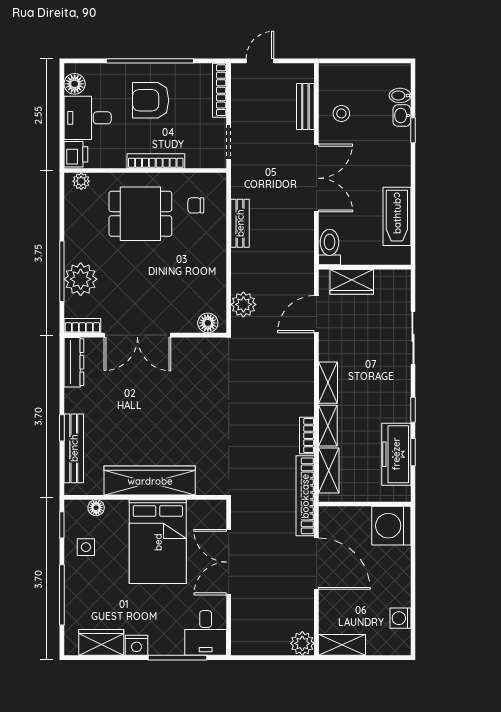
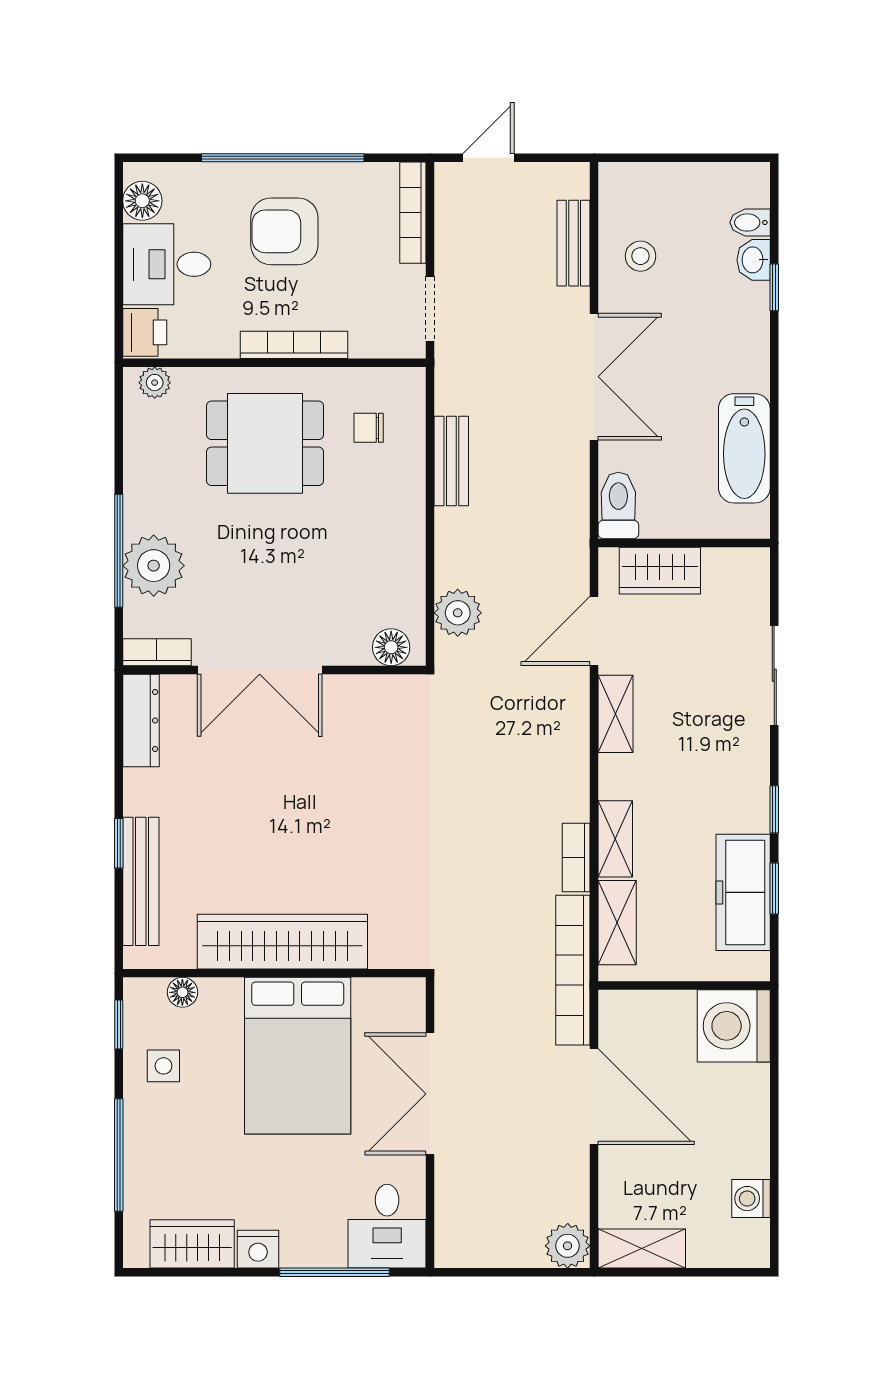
shelving: (328, 383) -> (615, 714), moved

